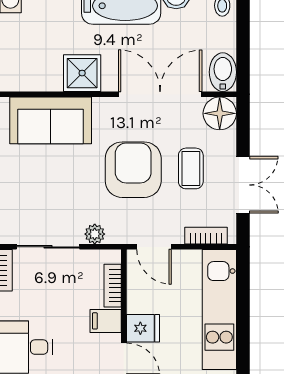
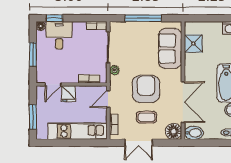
shower: (82, 73) -> (193, 44), moved
armchair: (133, 170) -> (146, 89), turned -90
filing cabinet: (106, 321) -> (72, 75), removed

